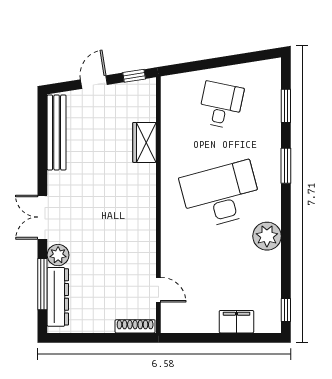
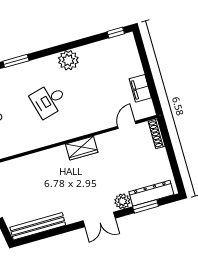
wardrobe: (144, 142) -> (82, 148), moved
desk: (221, 195) -> (49, 100), width x0.53, depth x0.77
window: (42, 284) -> (146, 206), width x0.69
filing cabinet: (236, 322) -> (140, 88), moved

